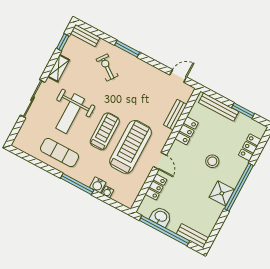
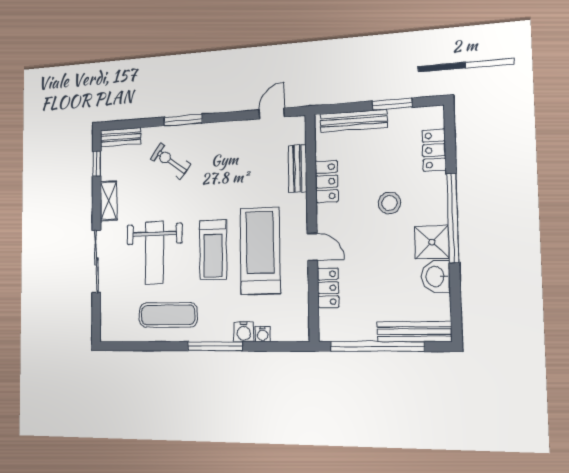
treadmill: (105, 131) -> (213, 250), turned 180
washbasin: (161, 217) -> (436, 276), moved, turned -90
bench: (192, 236) -> (414, 332), width x1.36

